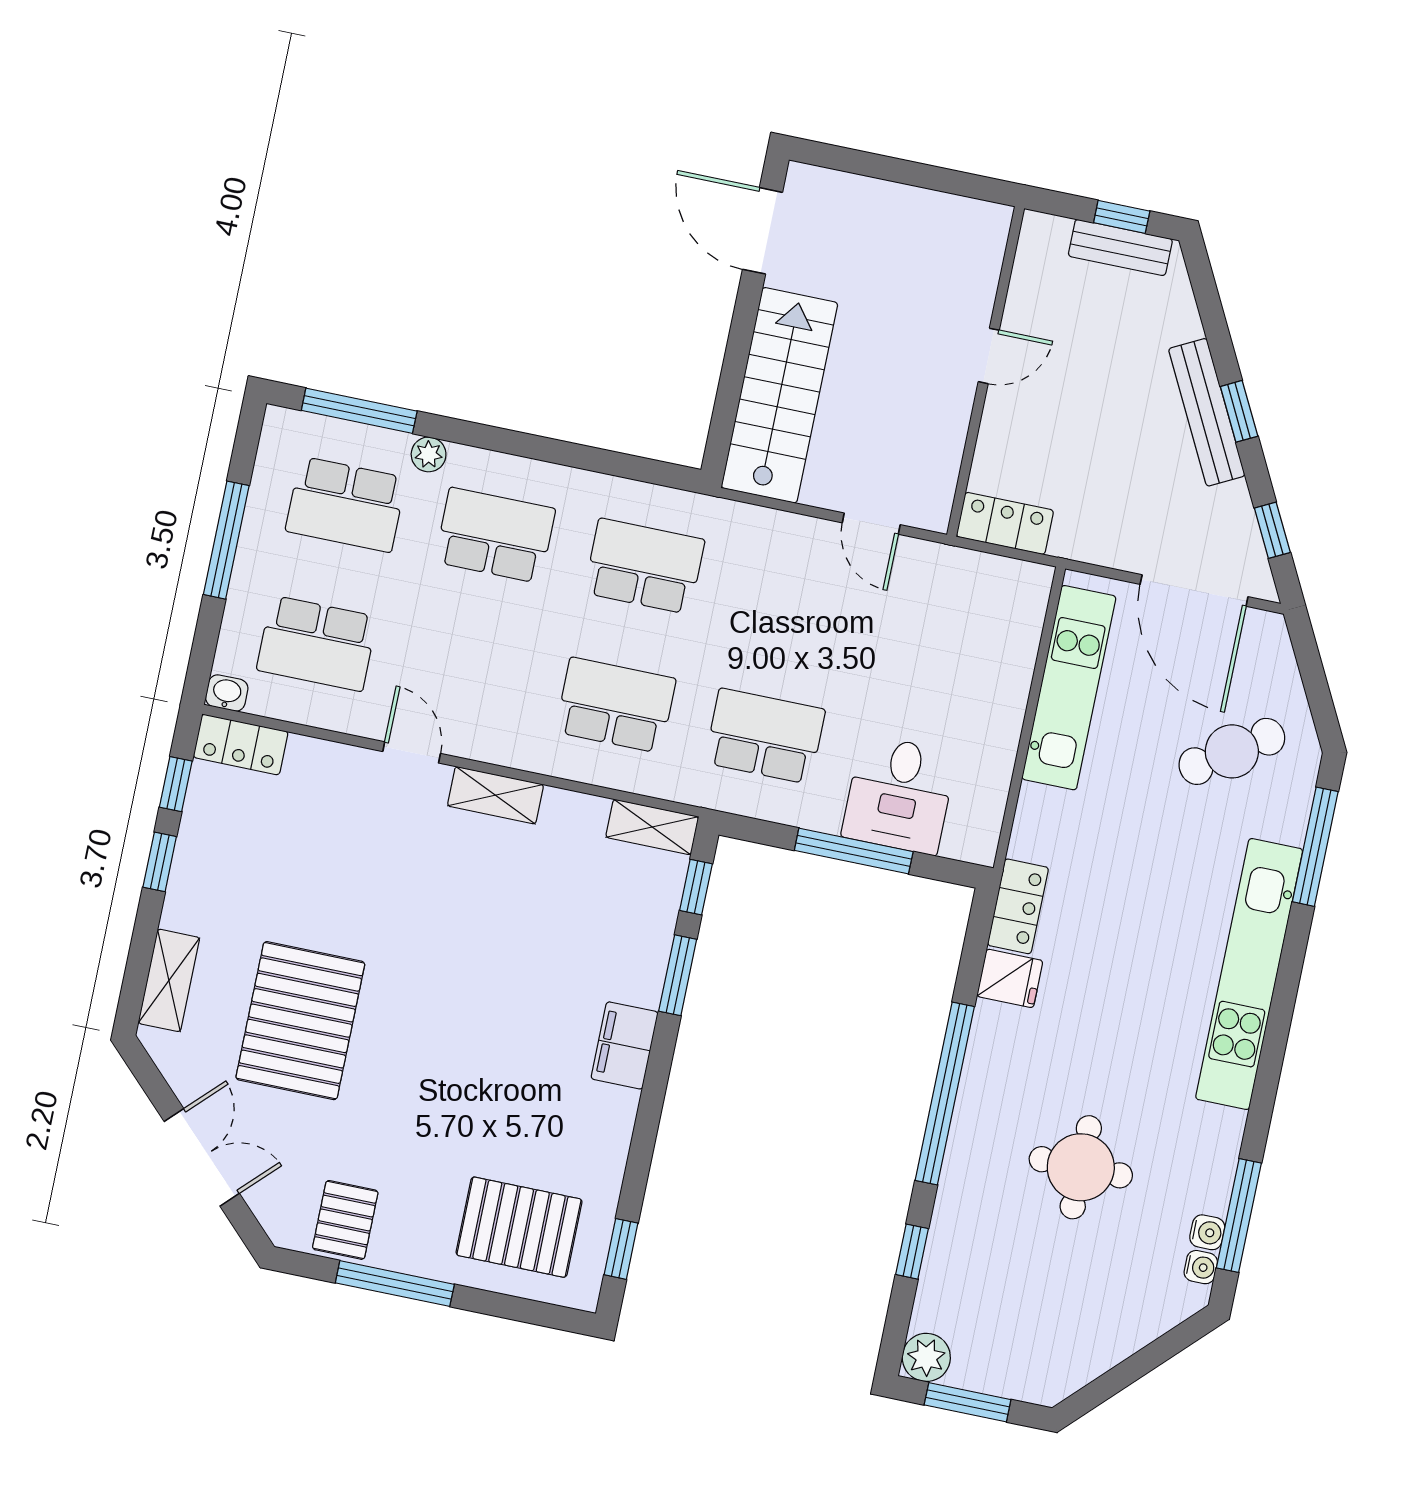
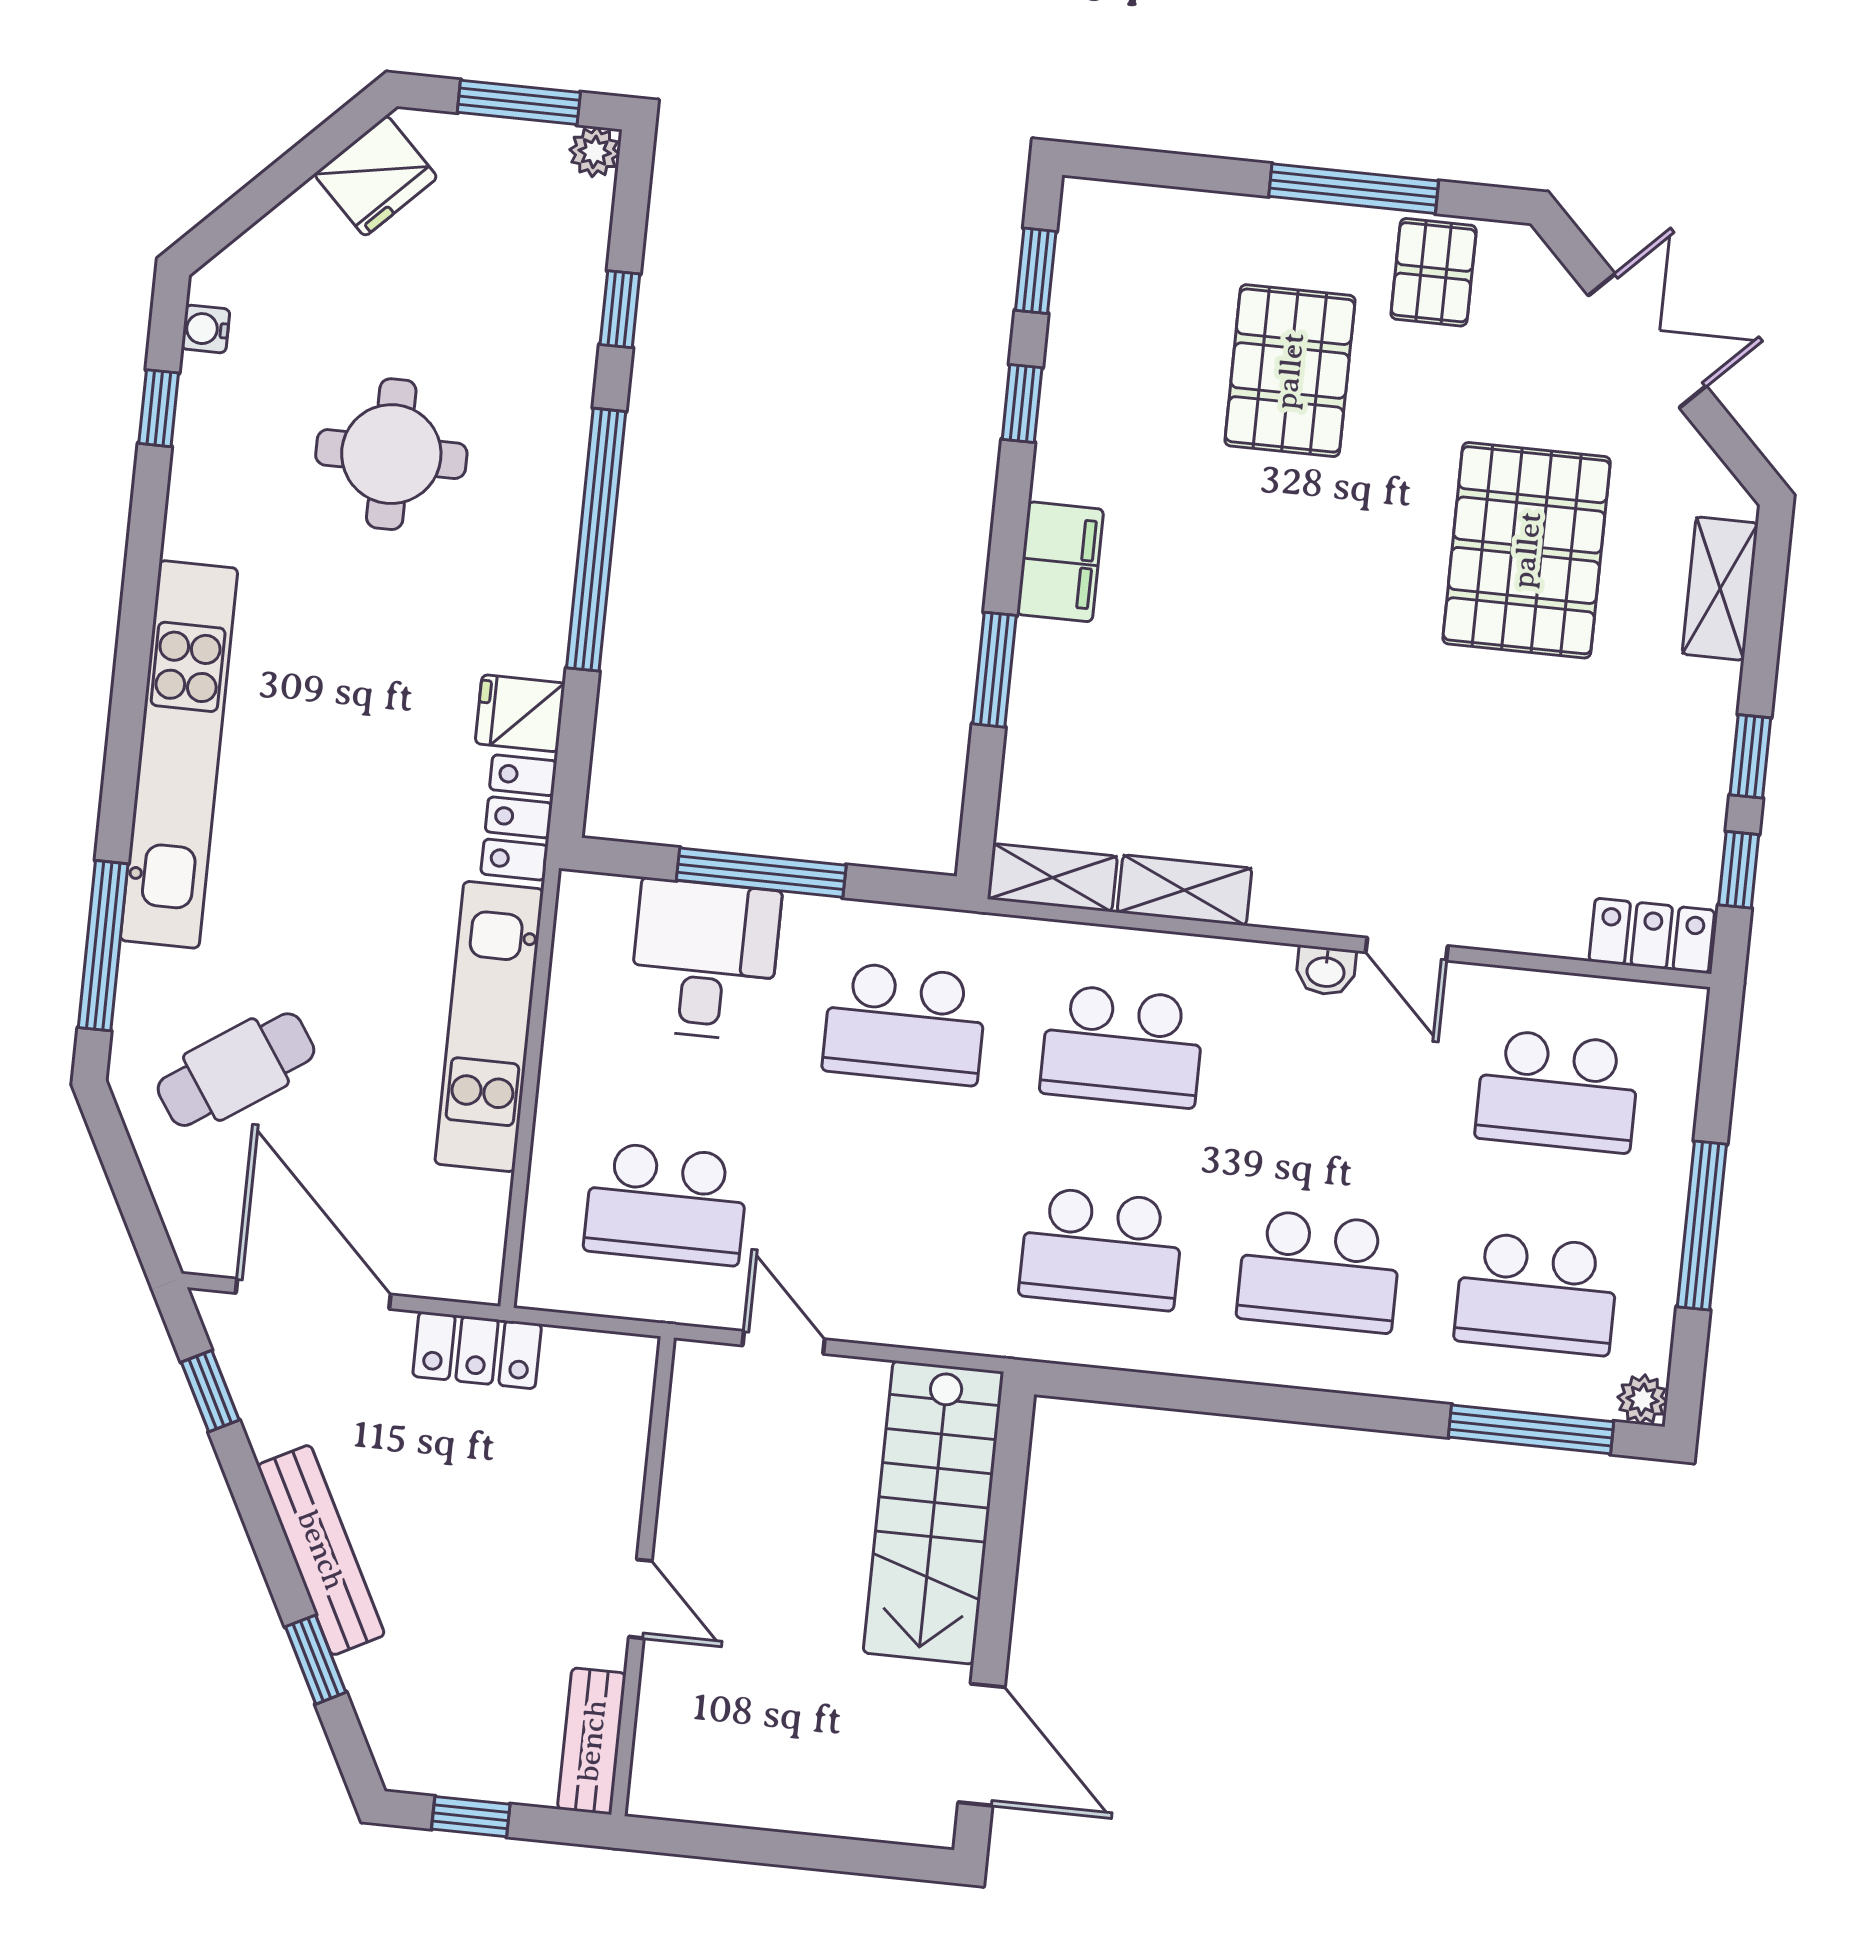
bench: (1120, 248) -> (592, 1741), moved, turned 90
door: (989, 356) -> (640, 1599), swing flipped
window: (1239, 411) -> (316, 1660), moved
plant: (429, 454) -> (1642, 1399), moved
school desk: (346, 504) -> (1537, 1294), turned 180
locker: (1005, 523) -> (477, 1350), moved
school desk: (943, 628) -> (666, 1204), added
school desk: (317, 643) -> (1558, 1091), turned 180
kitchen unit: (1069, 688) -> (489, 1027), moved
washbasin: (227, 693) -> (1326, 971), moved
shelving: (495, 795) -> (1184, 890), moved
window: (696, 887) -> (1022, 403), moved
double door: (202, 1157) -> (1647, 341), swing flipped
window: (1239, 1215) -> (159, 408), width x0.46
pallet: (519, 1227) -> (1290, 371), moved, turned 90
water cooler: (1207, 1232) -> (201, 380), removed
plant: (926, 1357) -> (595, 152), width x0.73, depth x0.73
fridge: (1072, 1361) -> (376, 176), added

